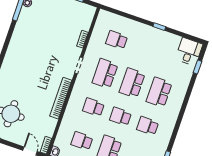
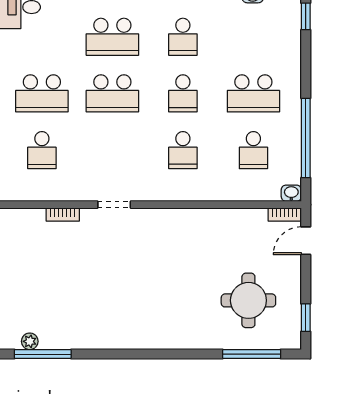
school desk: (105, 74) -> (42, 93), moved
bookcase: (61, 98) -> (187, 217), removed

